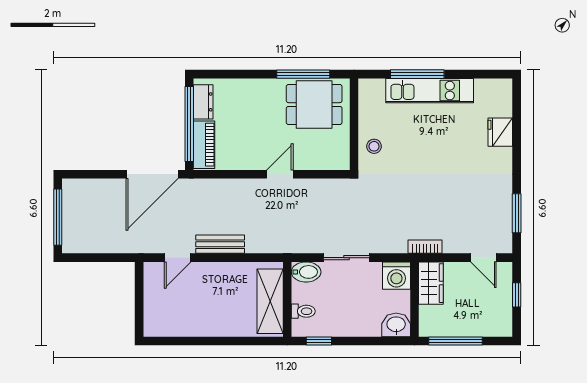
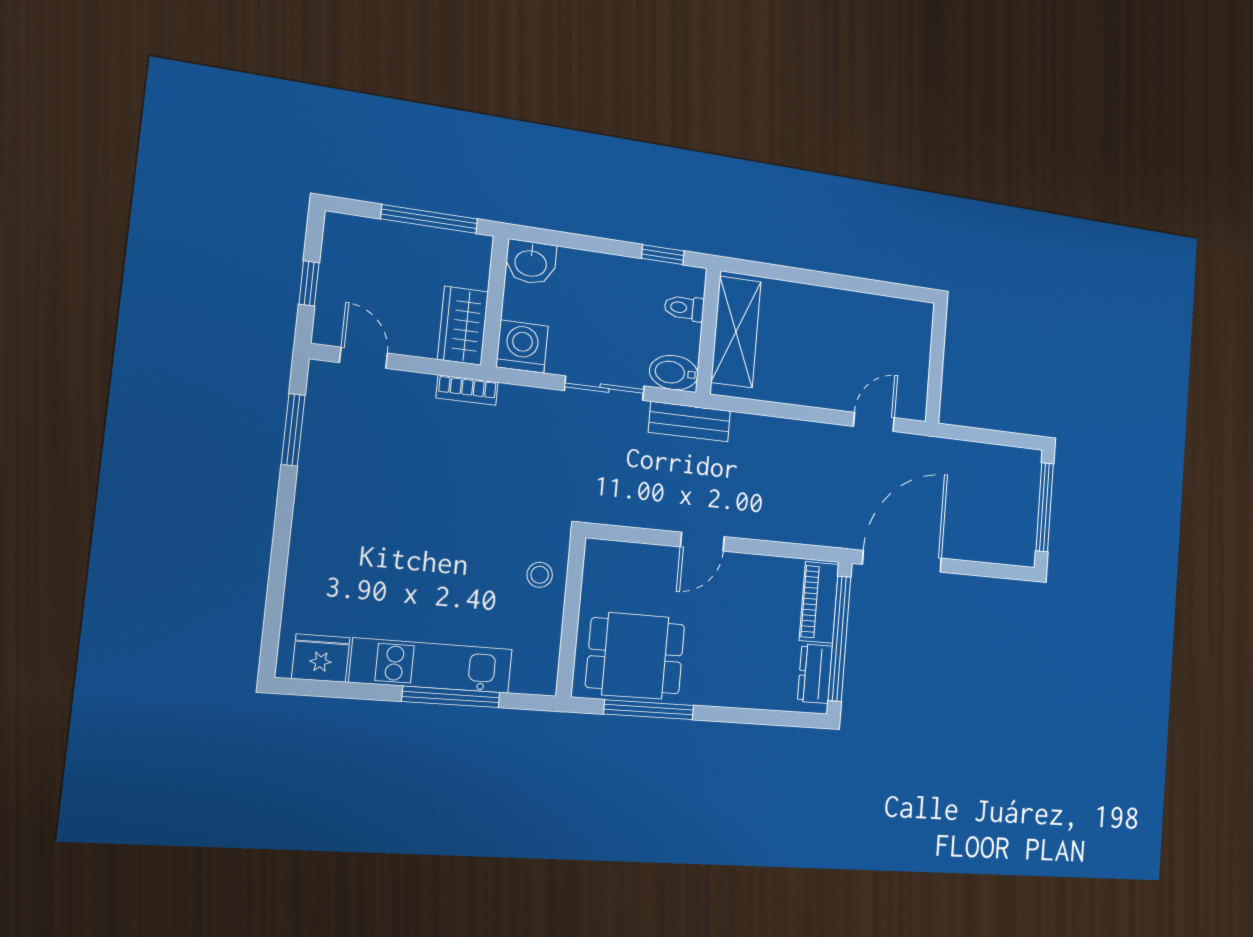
fridge: (500, 132) -> (321, 658), moved, turned -90
bench: (220, 244) -> (689, 422), moved

